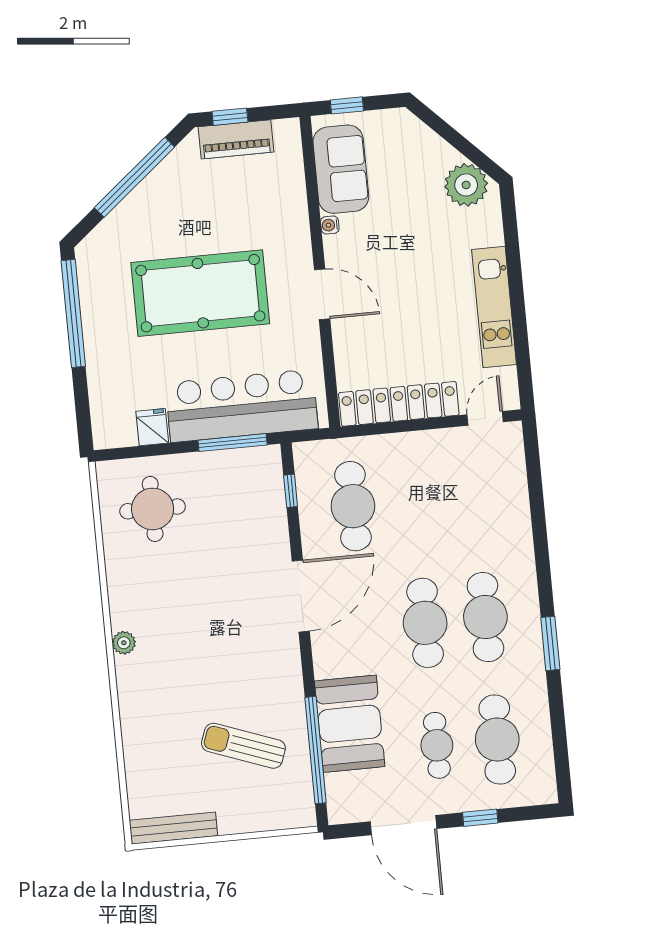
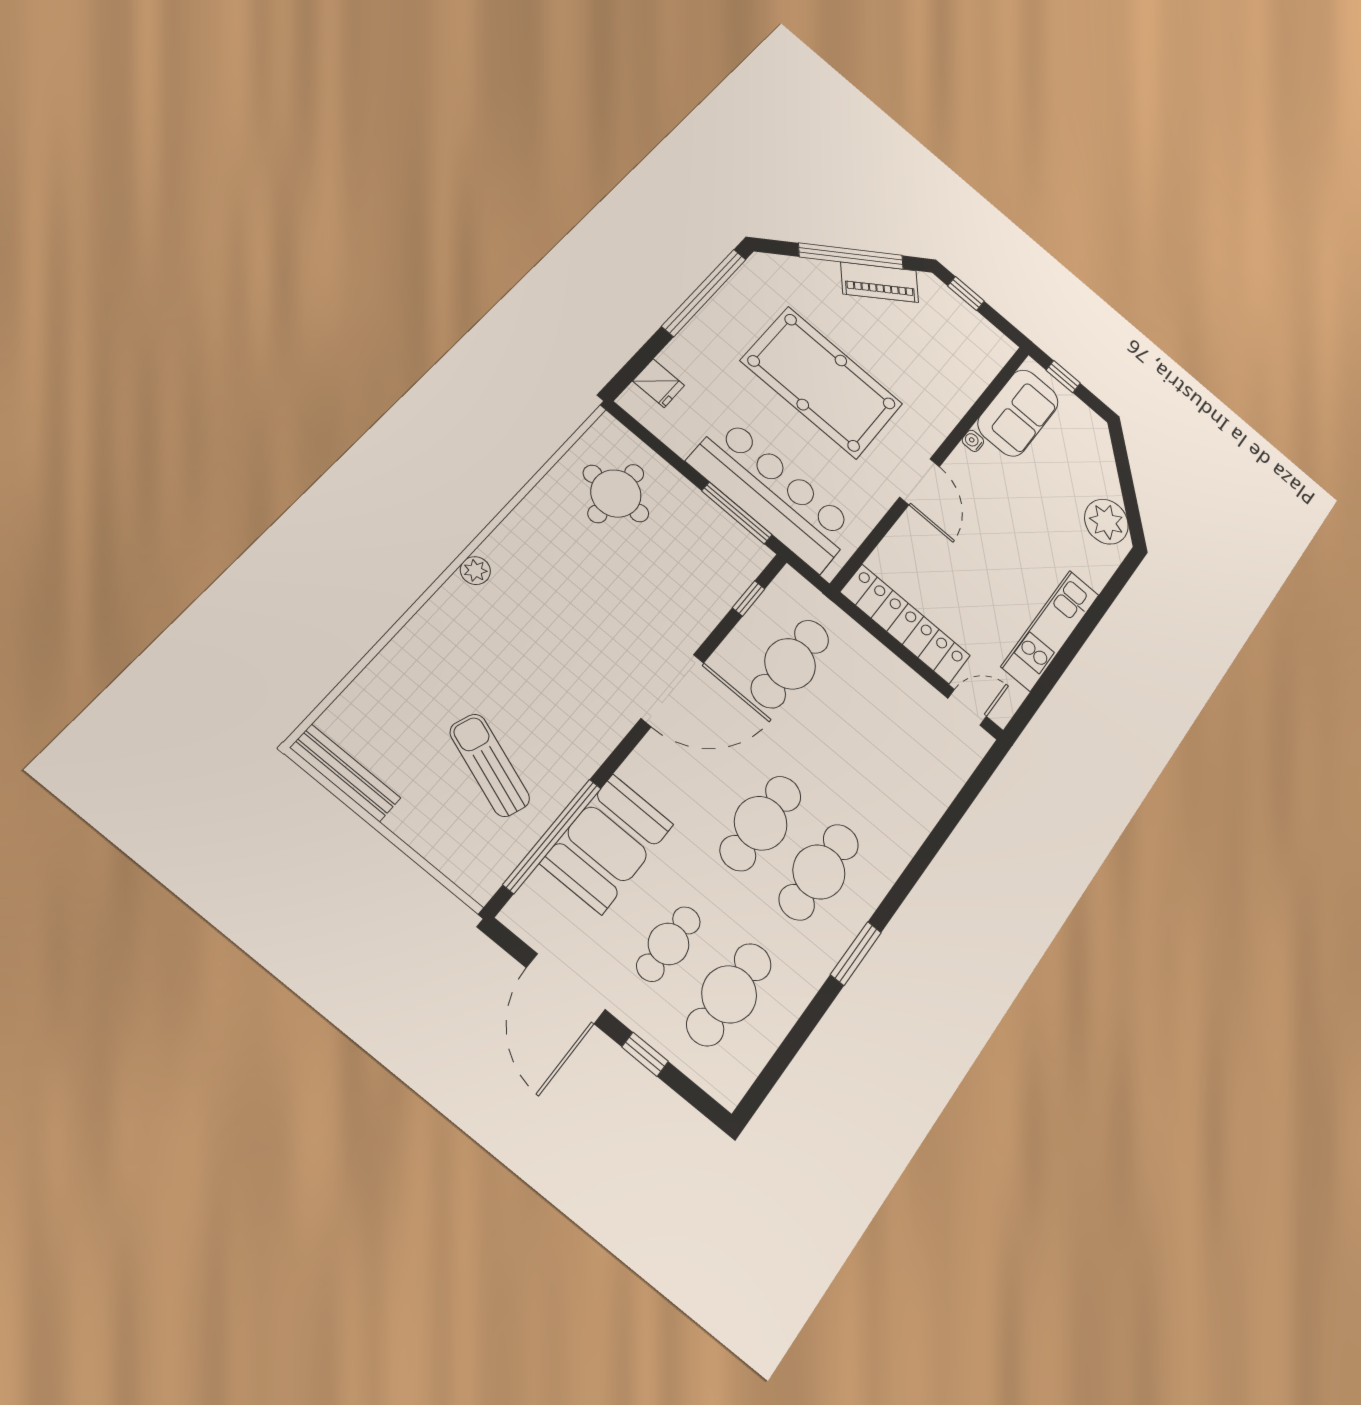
piano: (236, 139) -> (880, 282), moved, turned -39
fridge: (152, 427) -> (659, 383), moved, turned 90

